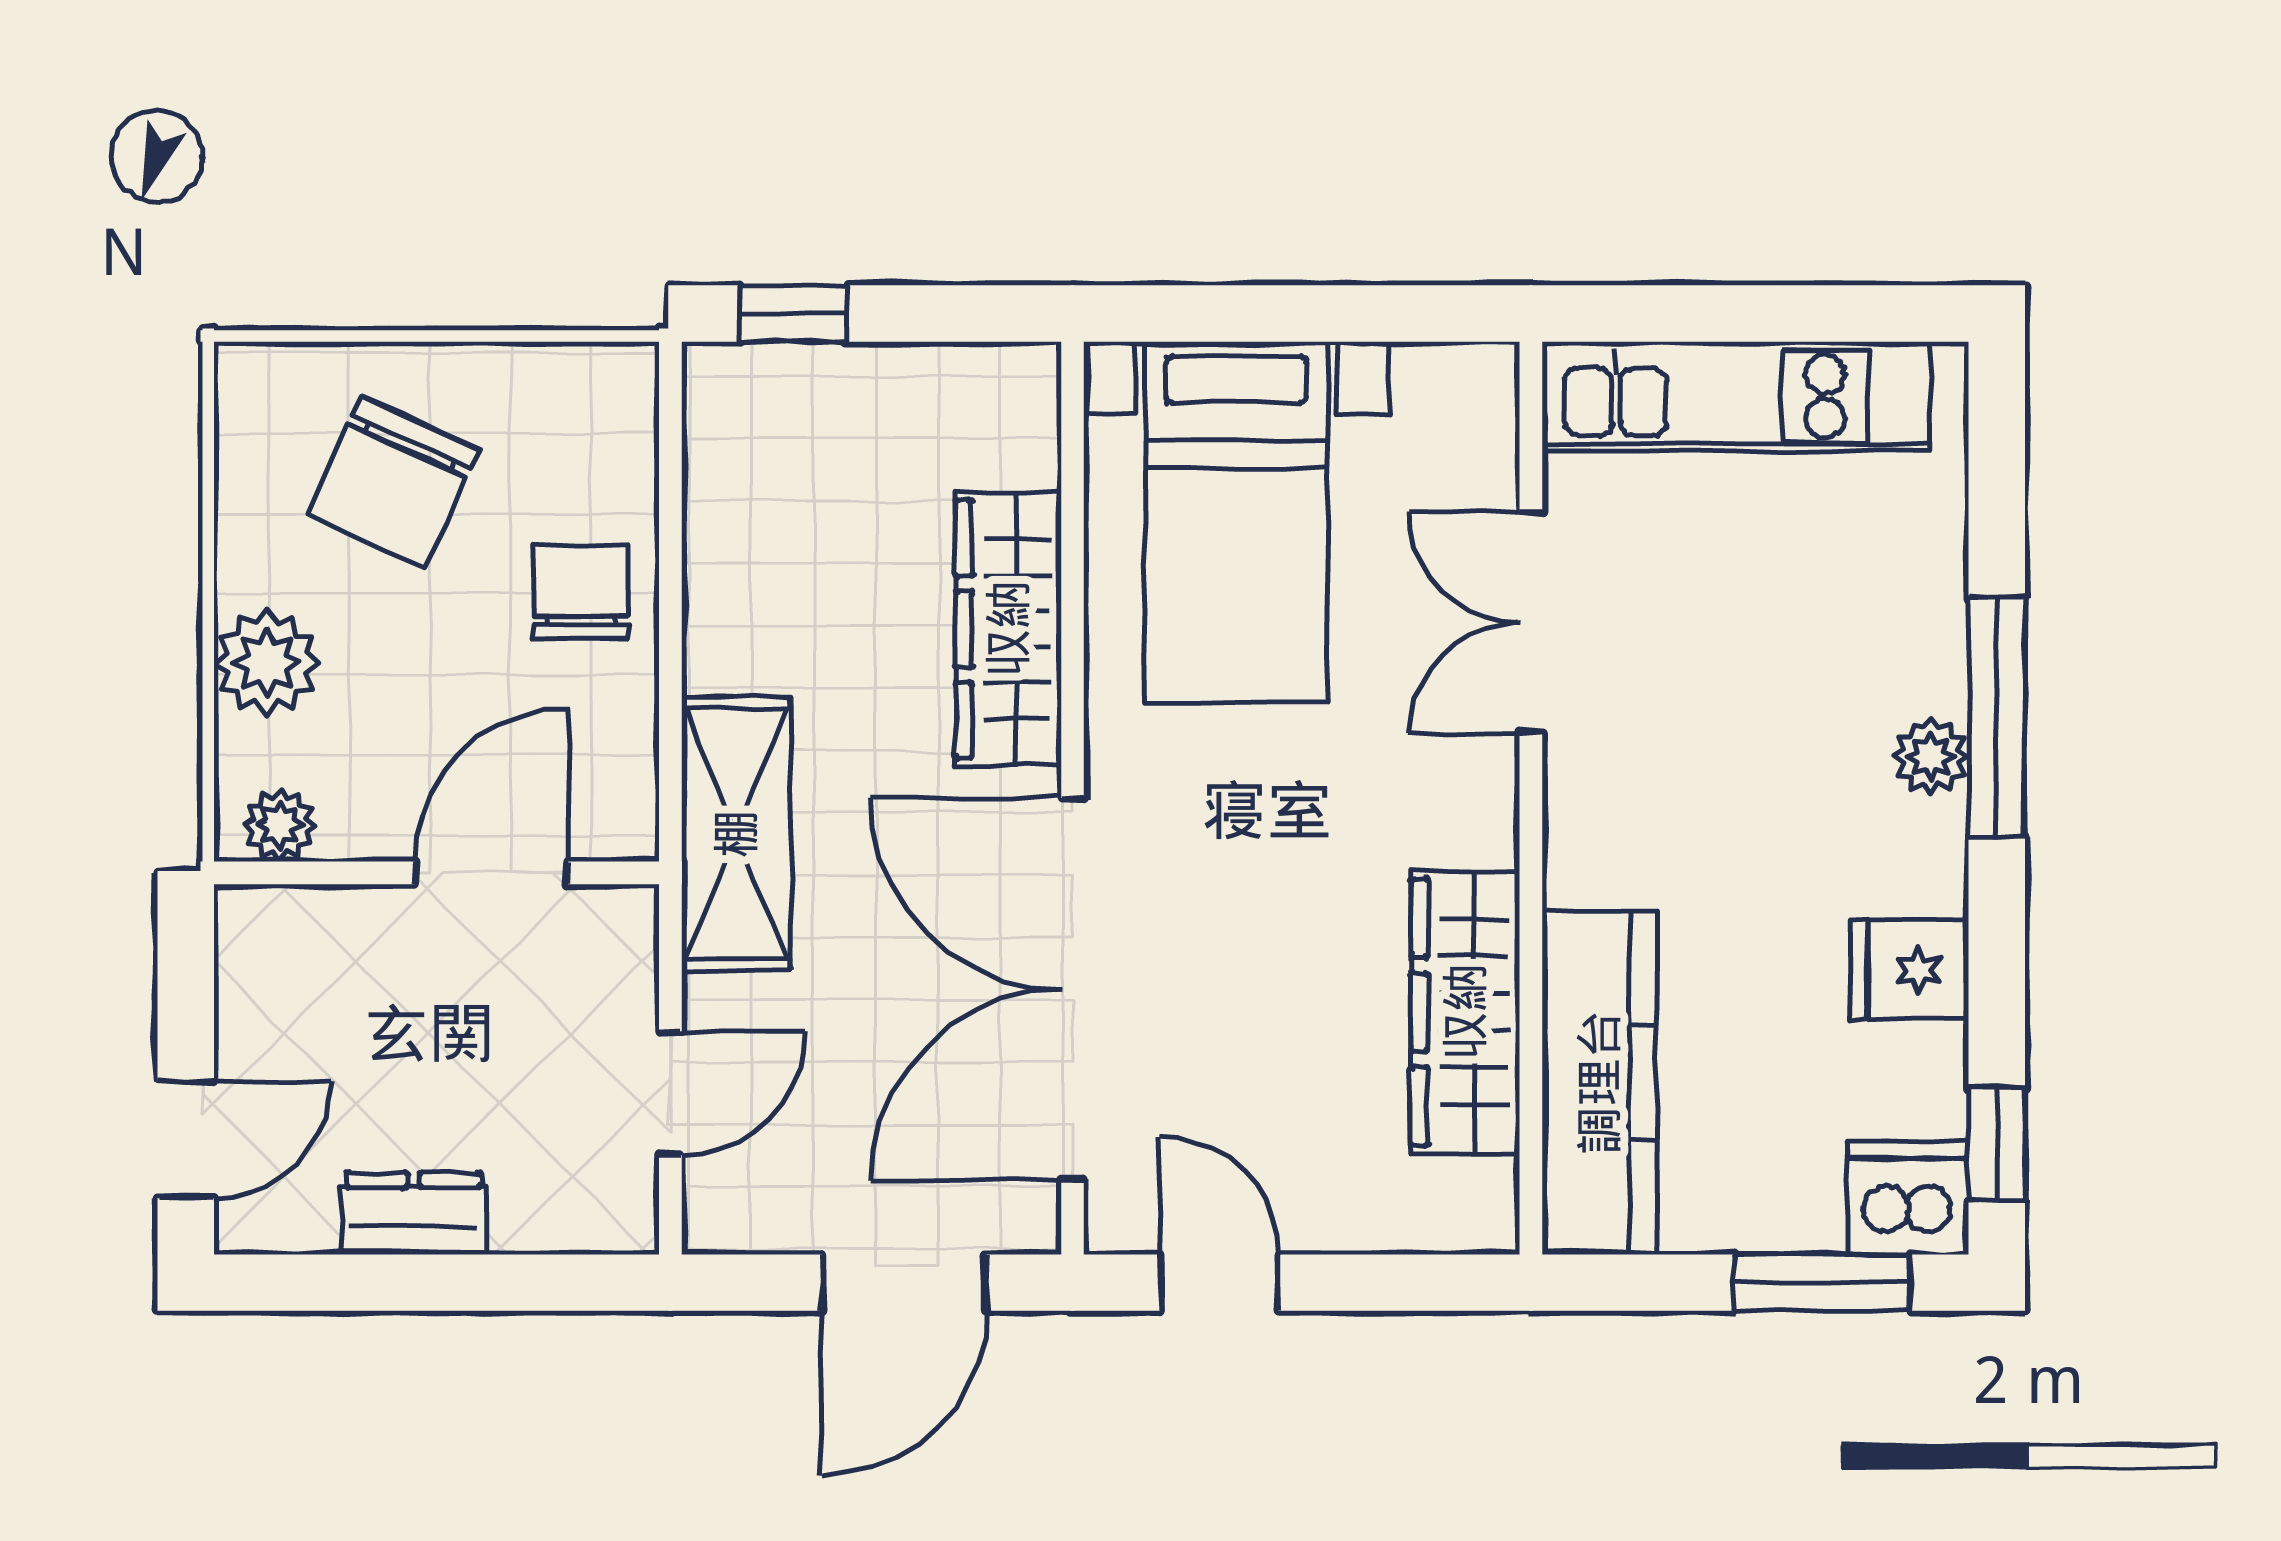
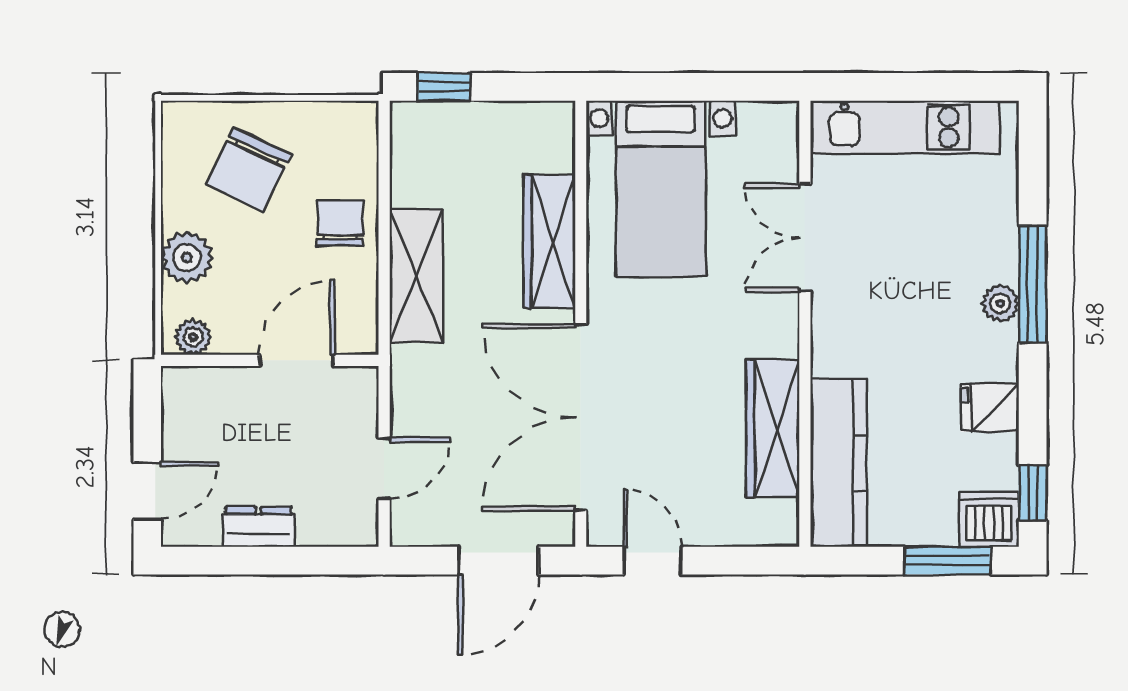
shelving: (736, 834) -> (416, 276), moved

